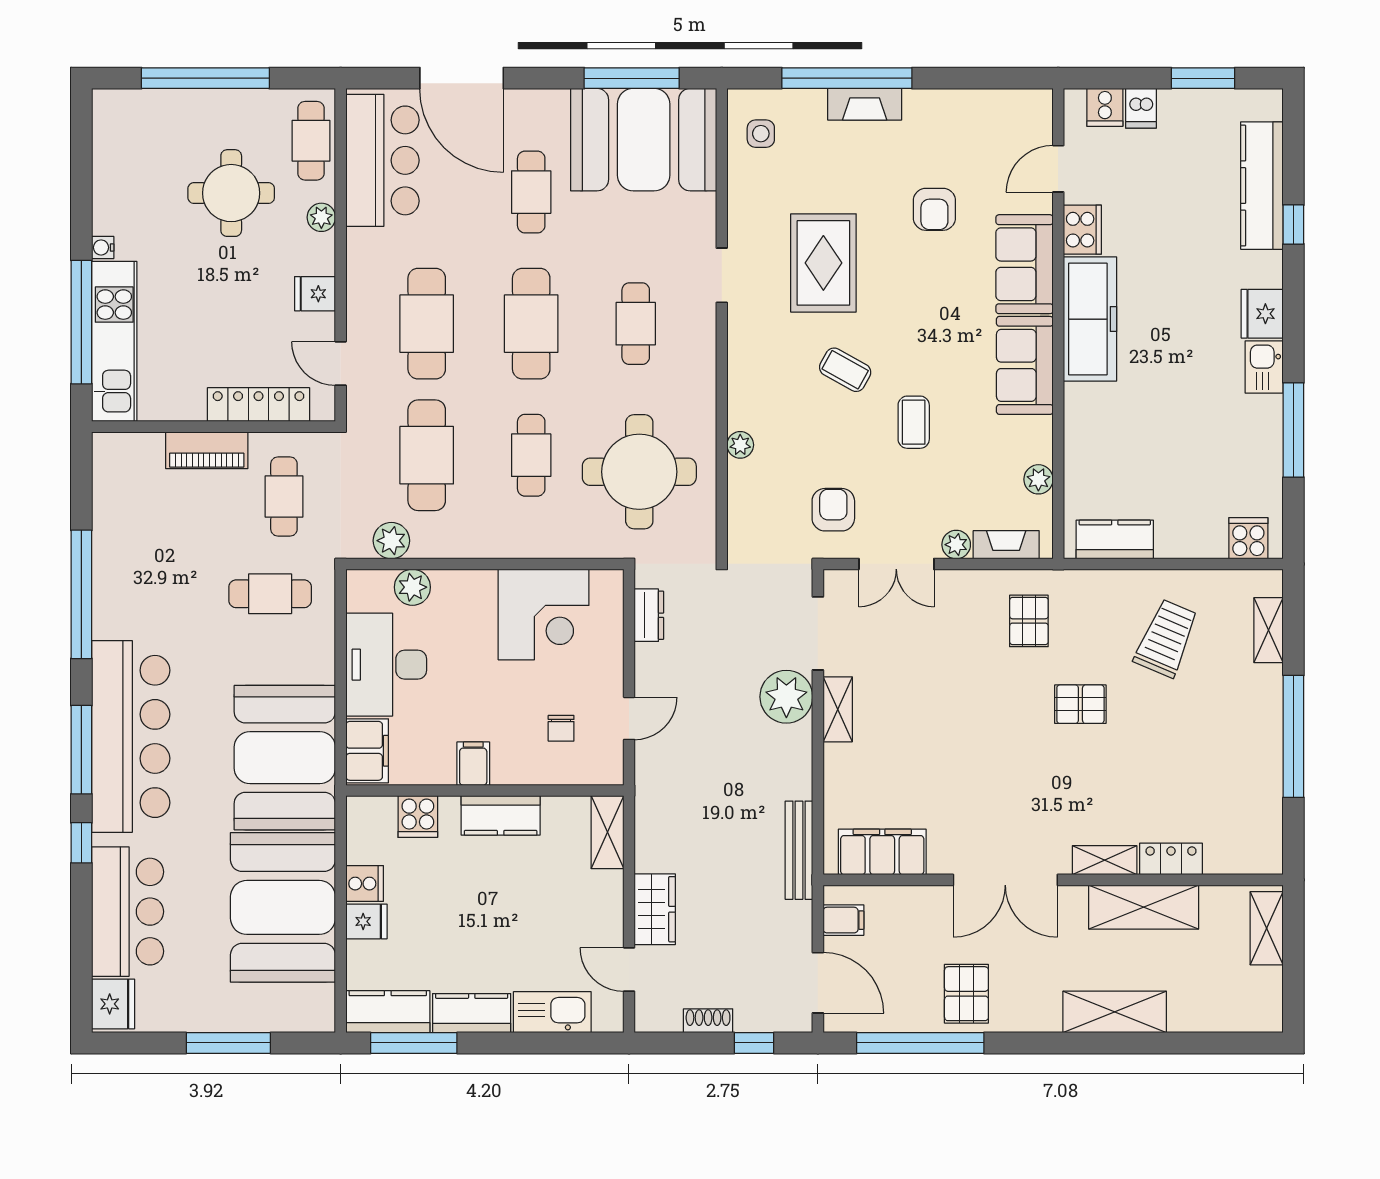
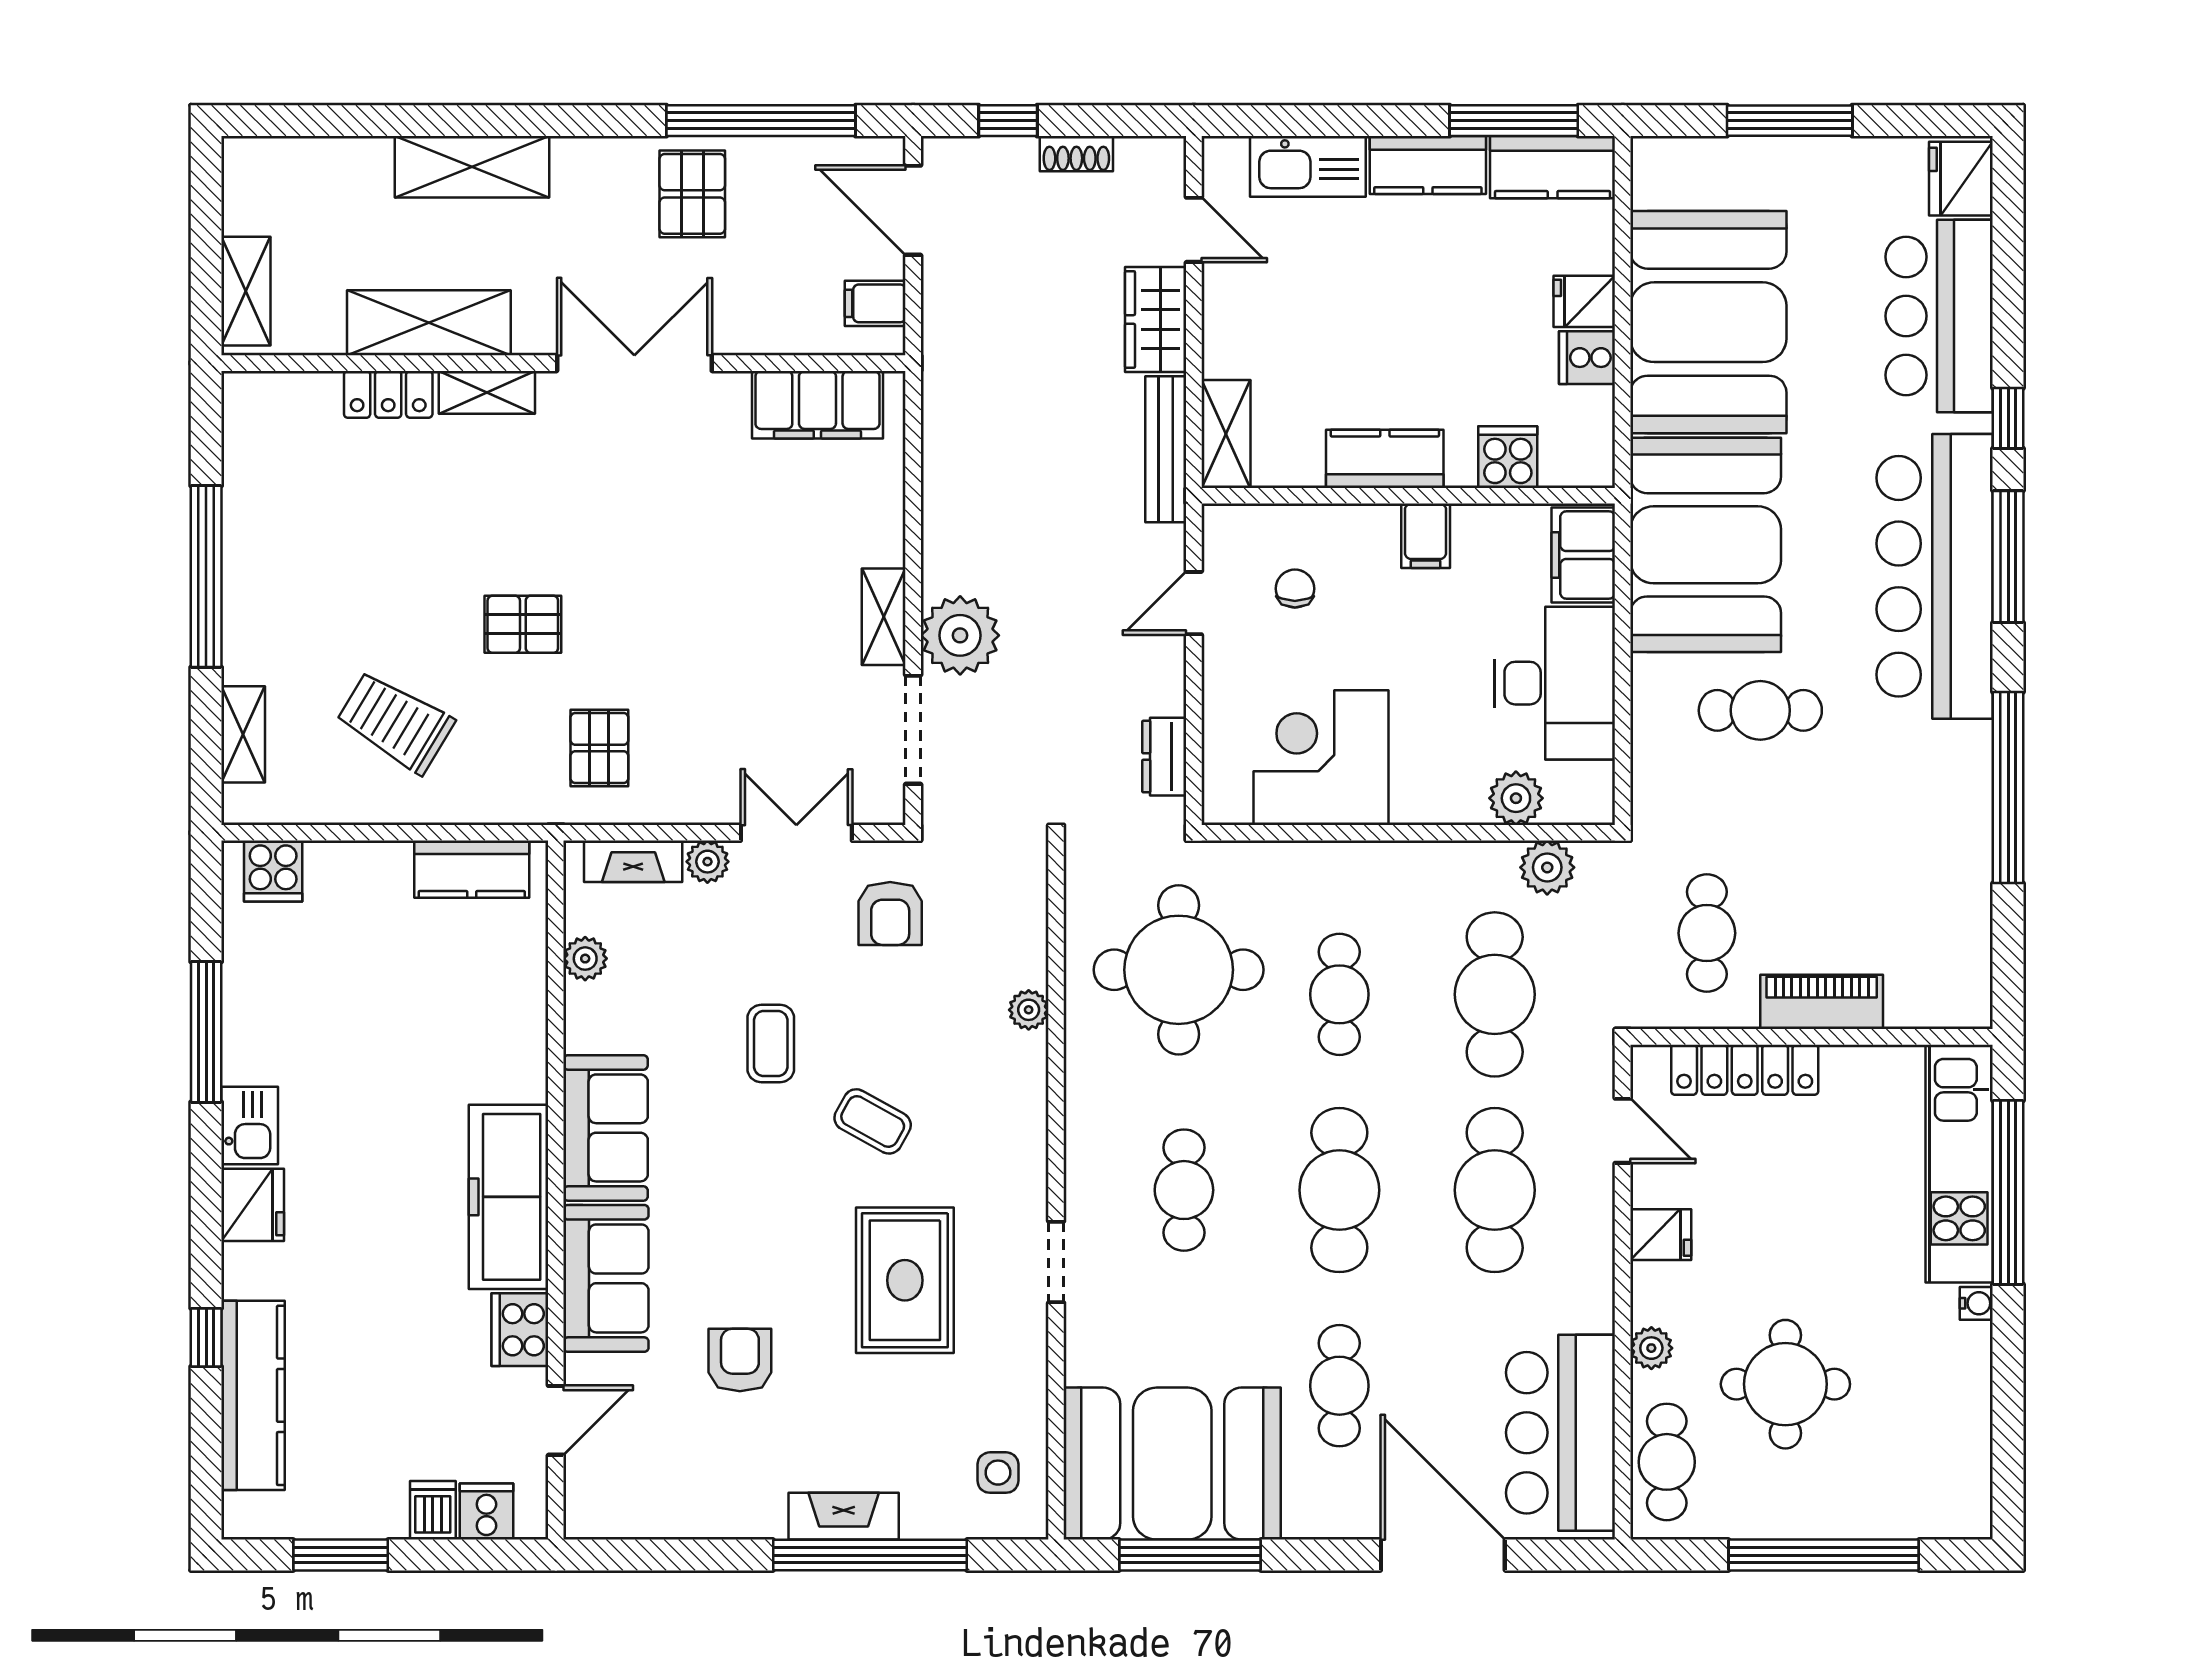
cafe table: (270, 594) -> (1760, 710), moved
trolley: (1166, 638) -> (395, 722), turned 98
bench: (799, 850) -> (1166, 449), moved

